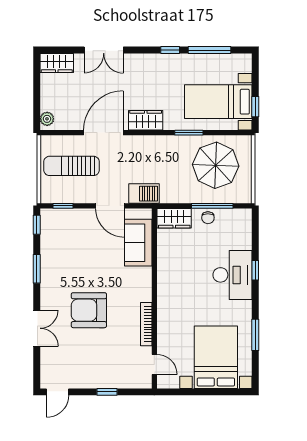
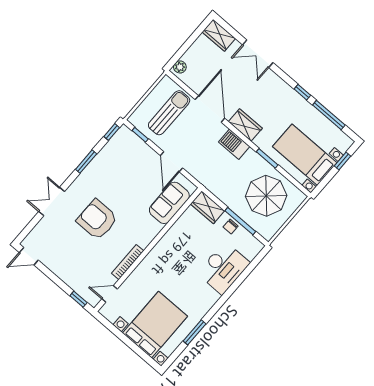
window: (255, 107) -> (342, 161), moved
door: (103, 133) -> (210, 109), hinge flipped
sun lounger: (72, 166) -> (169, 113), turned 90
barbecue: (144, 194) -> (234, 144), moved, turned 180
window: (255, 270) -> (232, 289), removed
desk: (232, 275) -> (223, 268), moved
double door: (37, 328) -> (52, 201), swing flipped
door: (154, 364) -> (110, 294), swing flipped
window: (107, 392) -> (78, 299), moved

